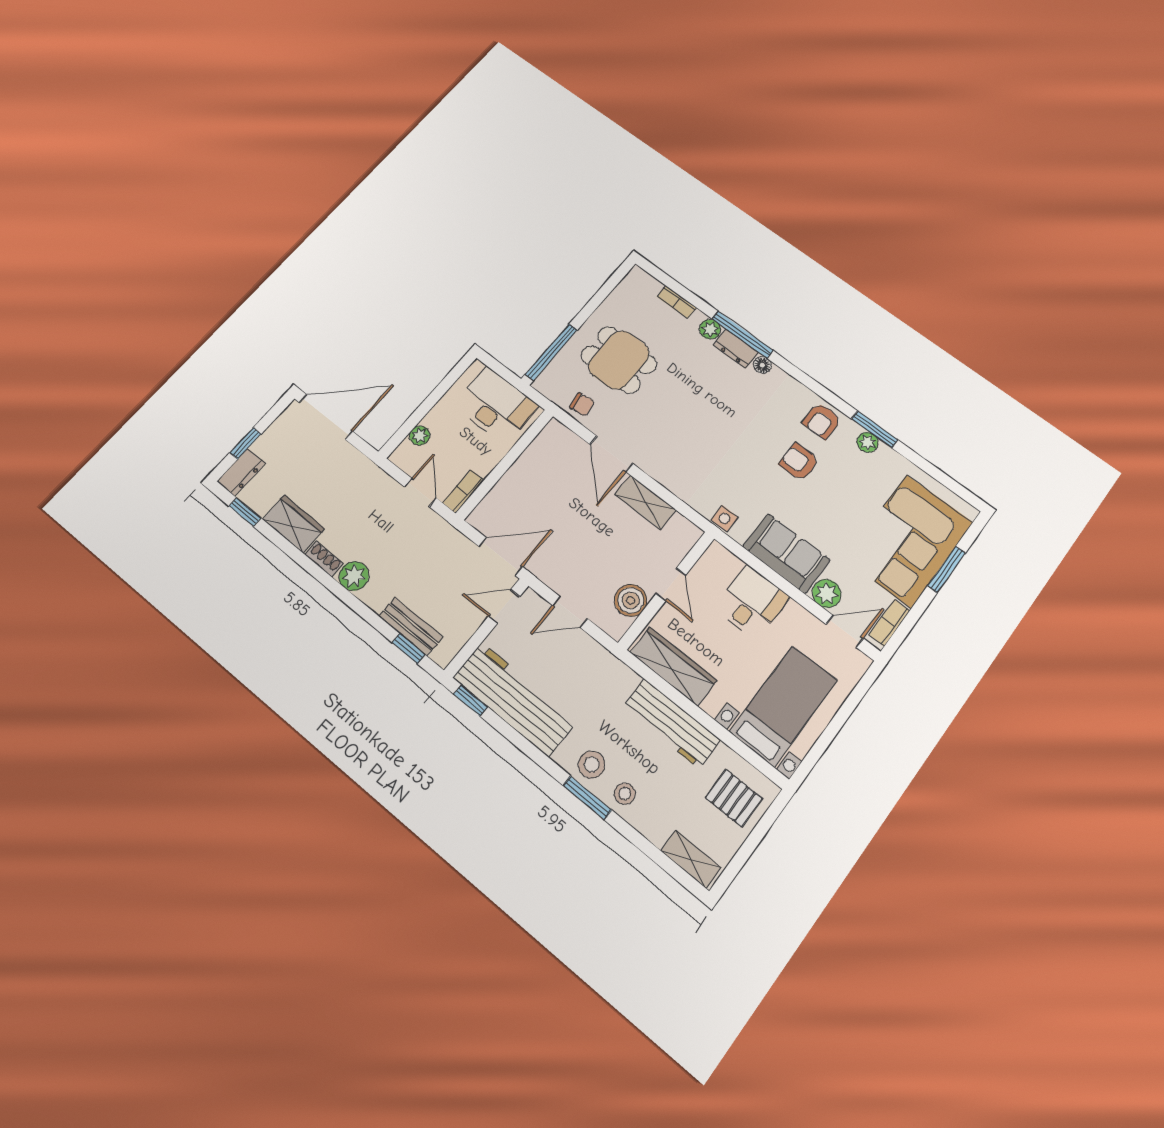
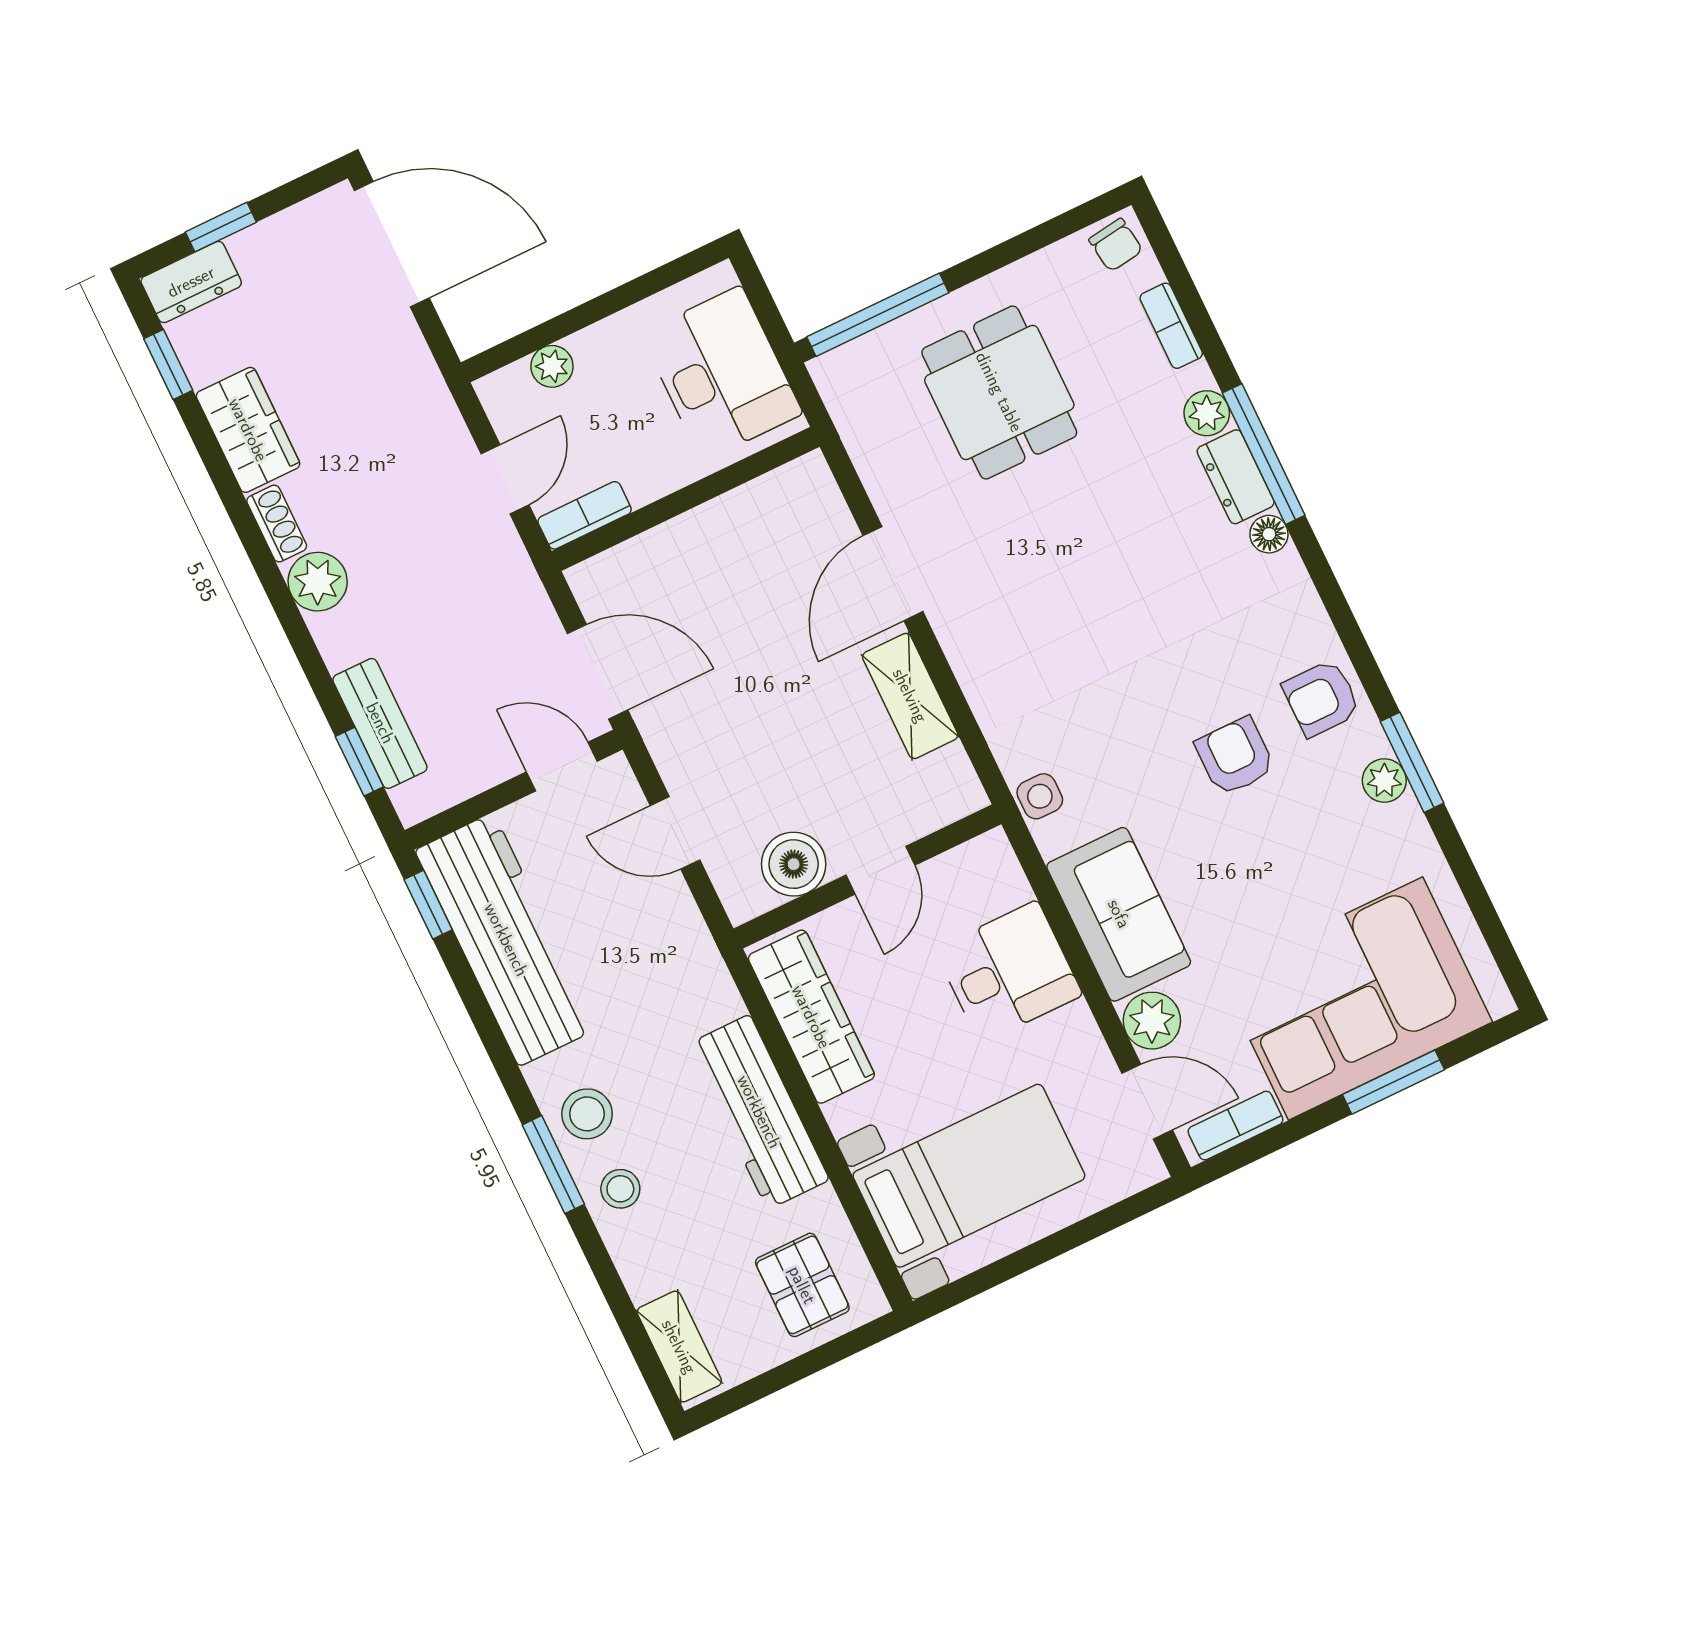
chair: (582, 404) -> (1116, 245), moved

